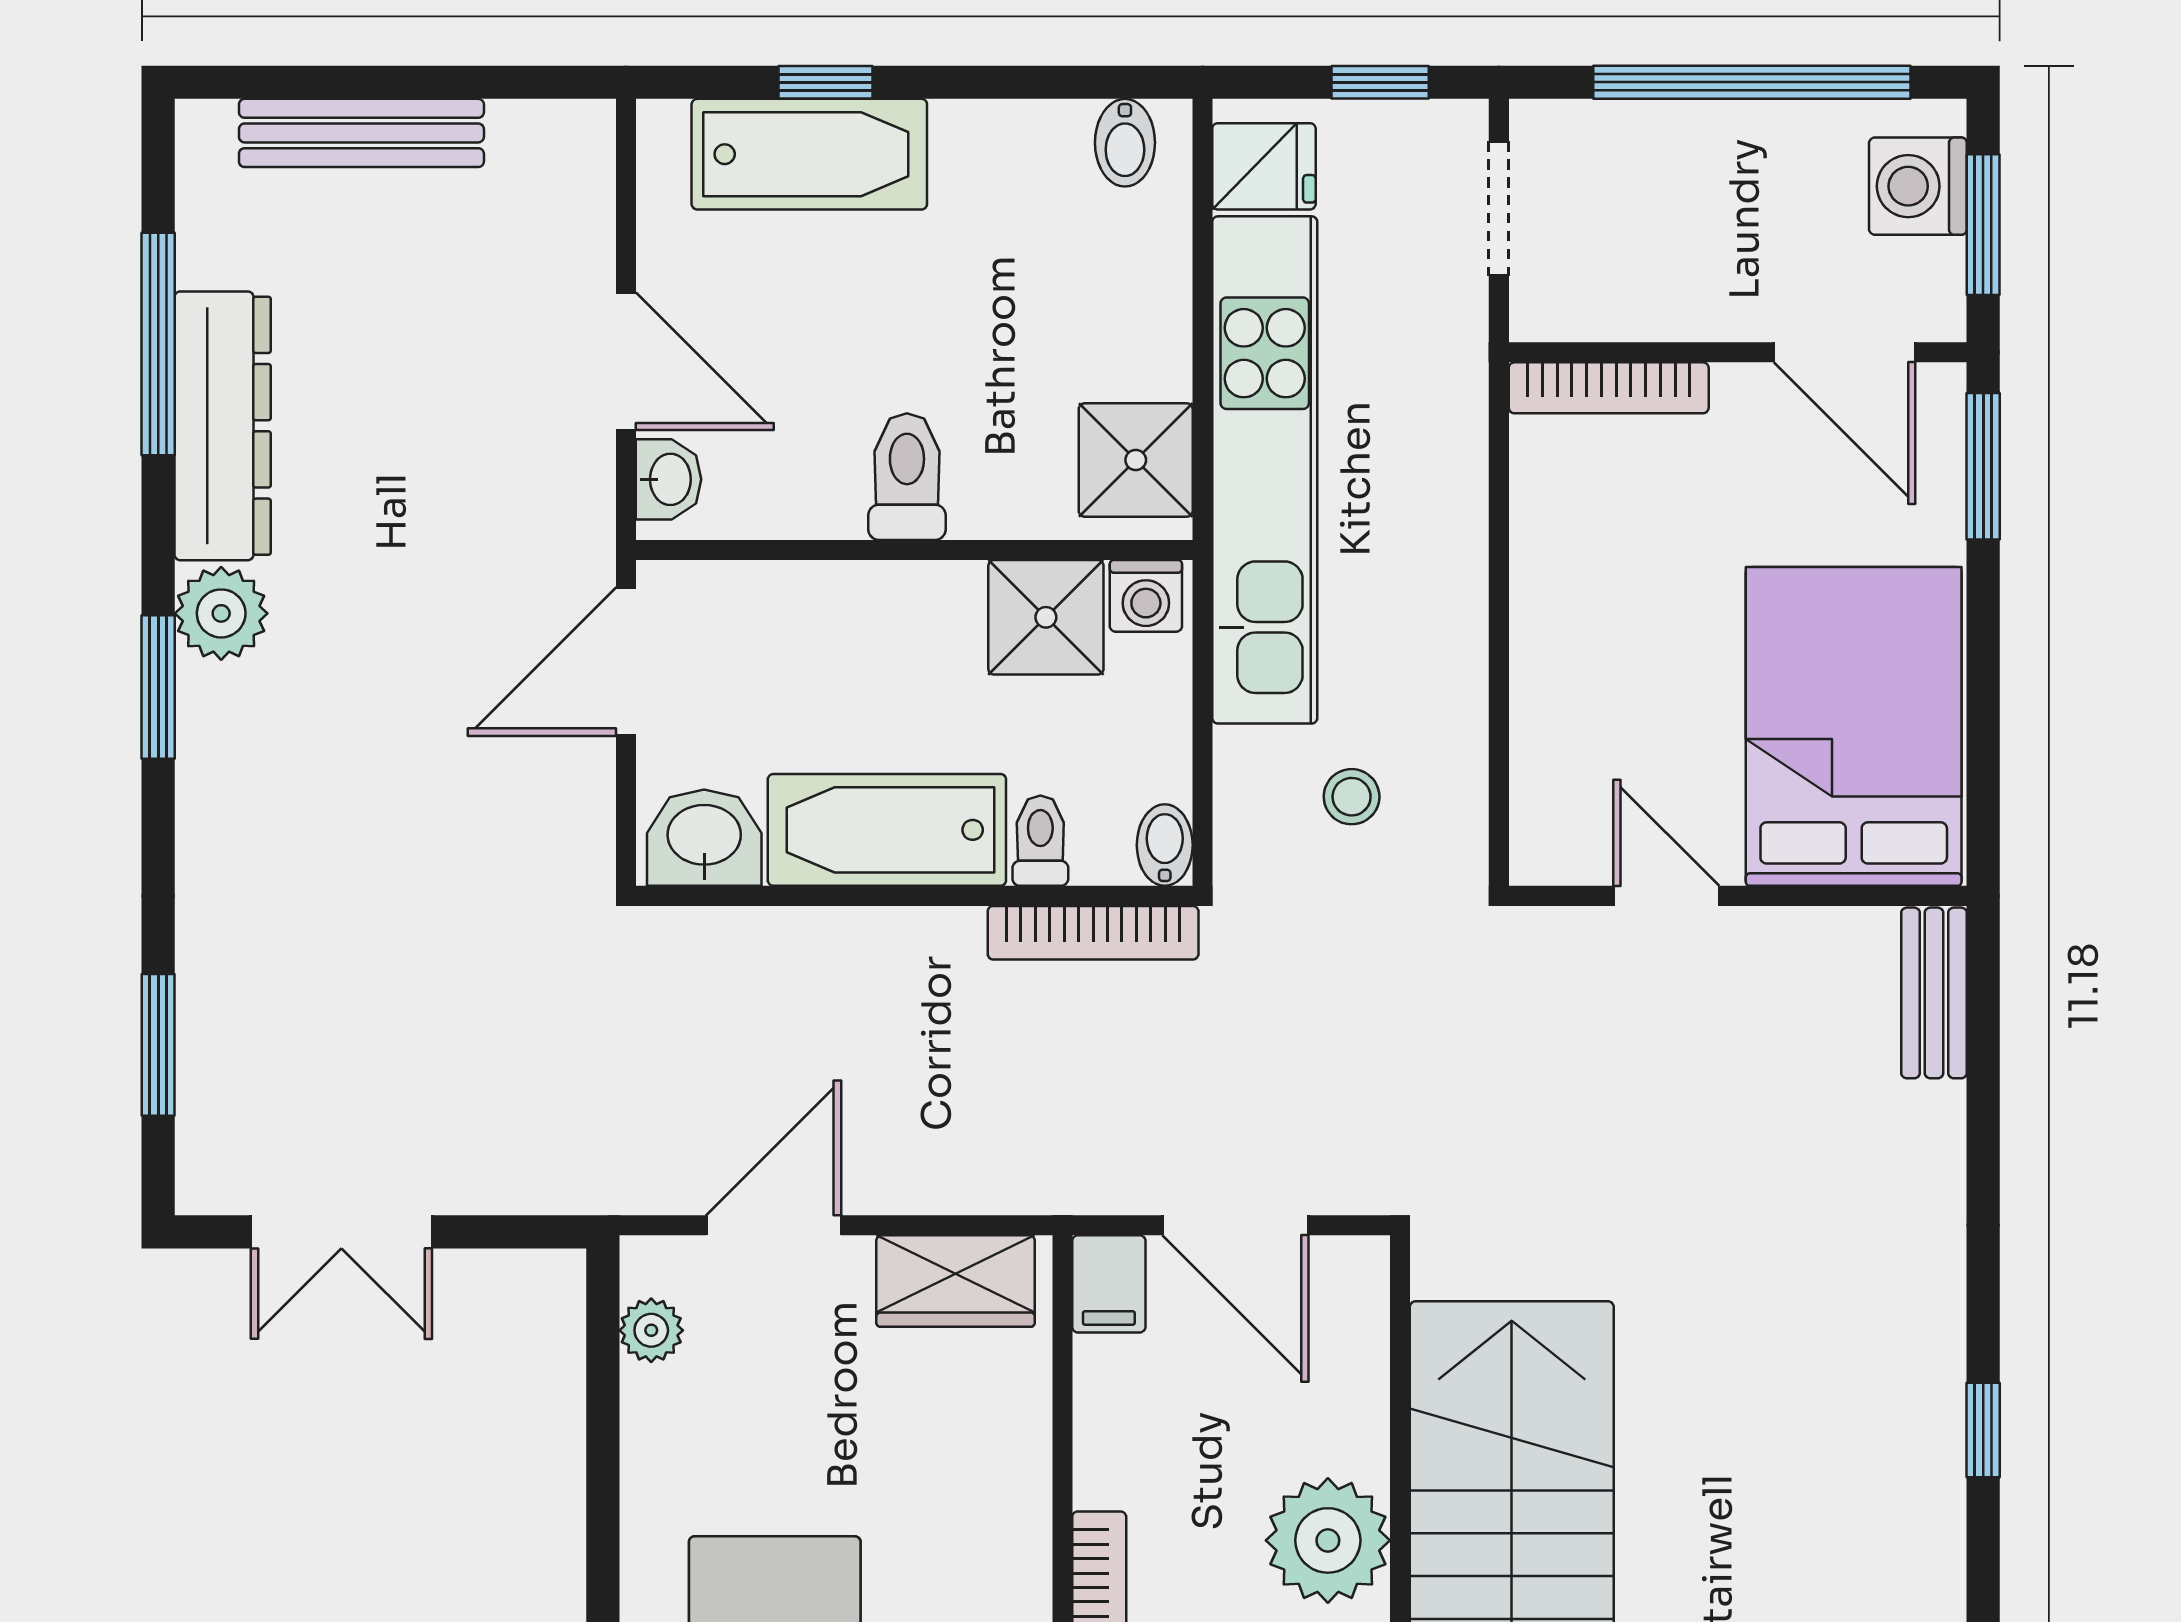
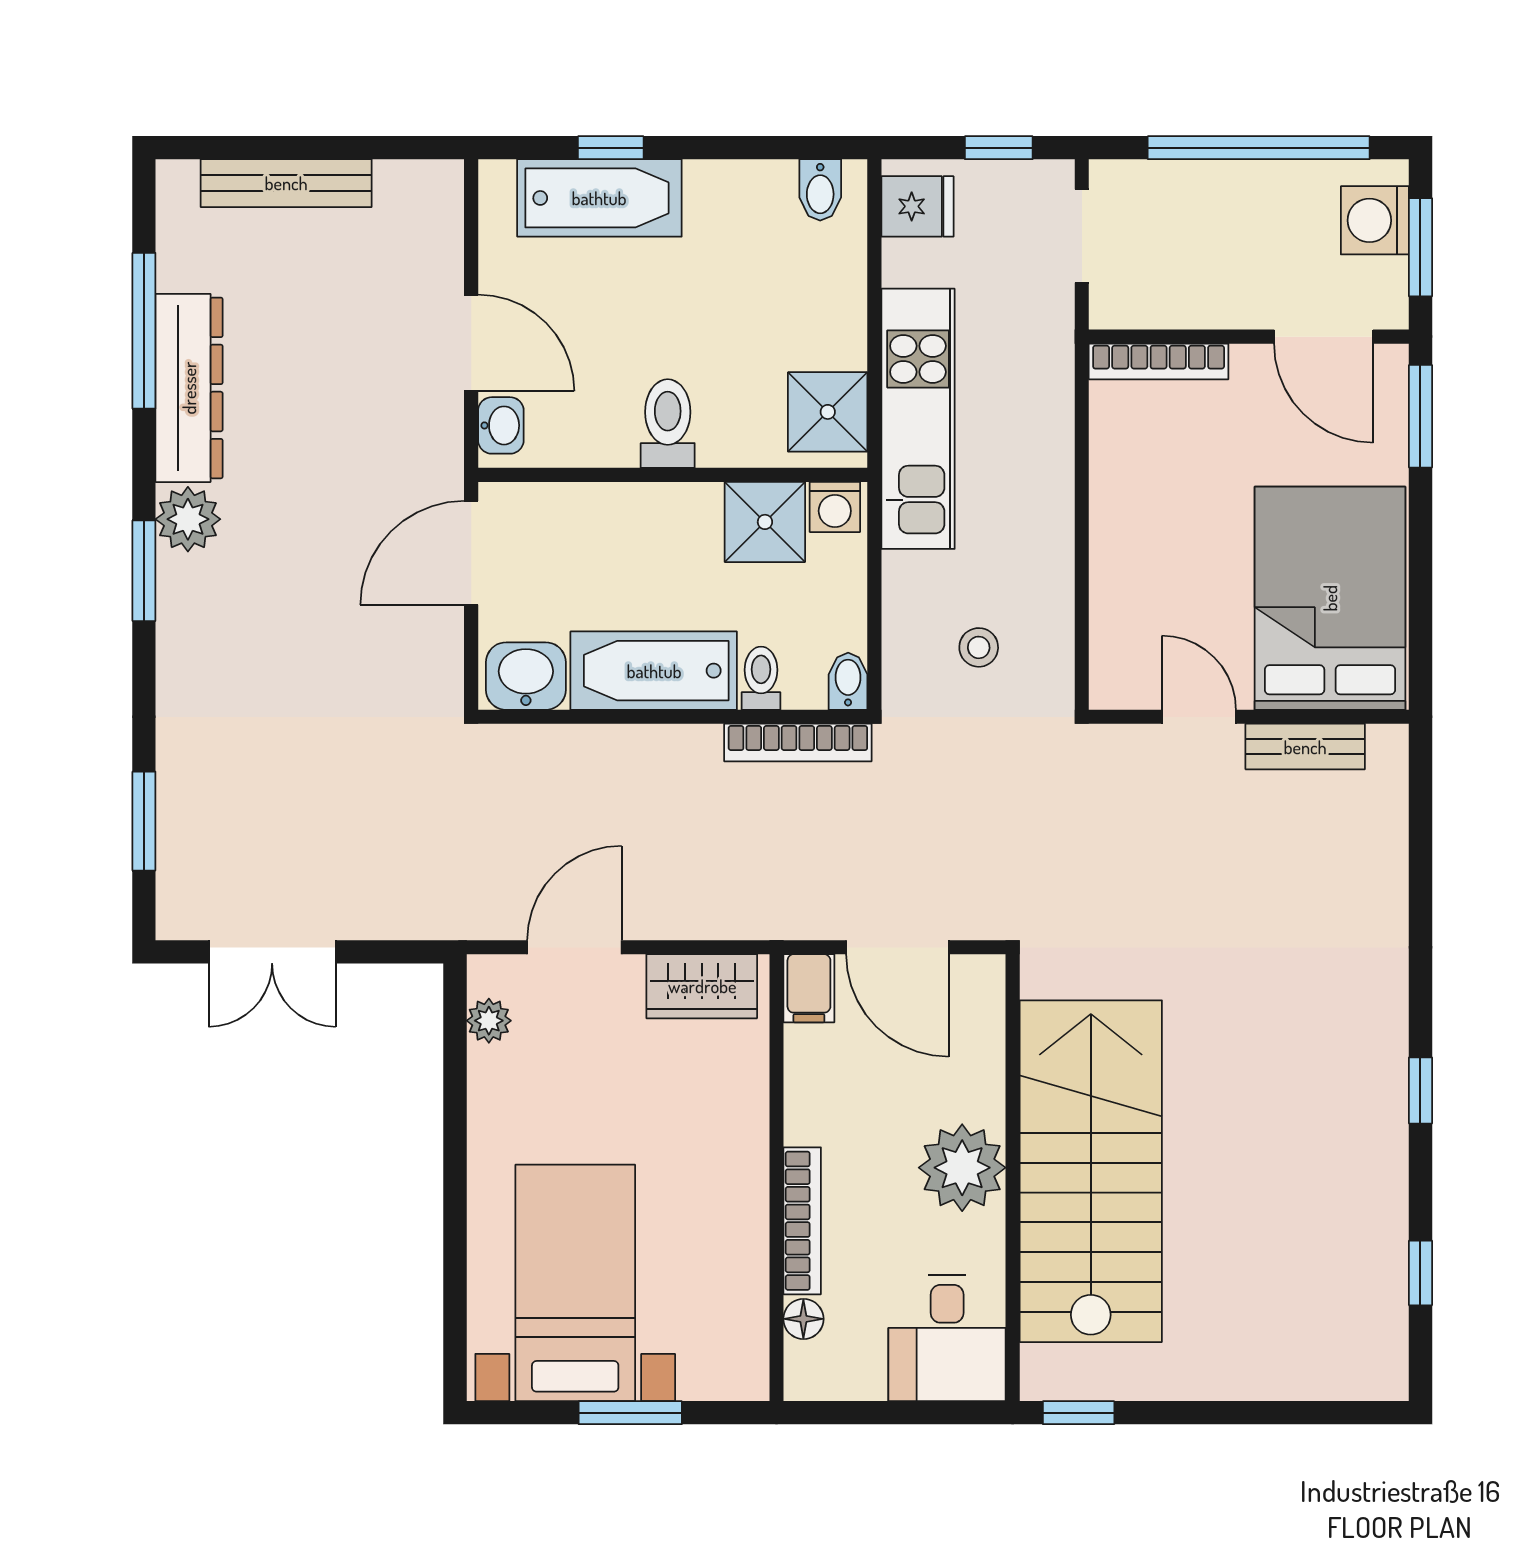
kitchen unit: (1265, 470) -> (918, 419), width x0.73
bench: (1934, 993) -> (1305, 747), moved, turned 90

